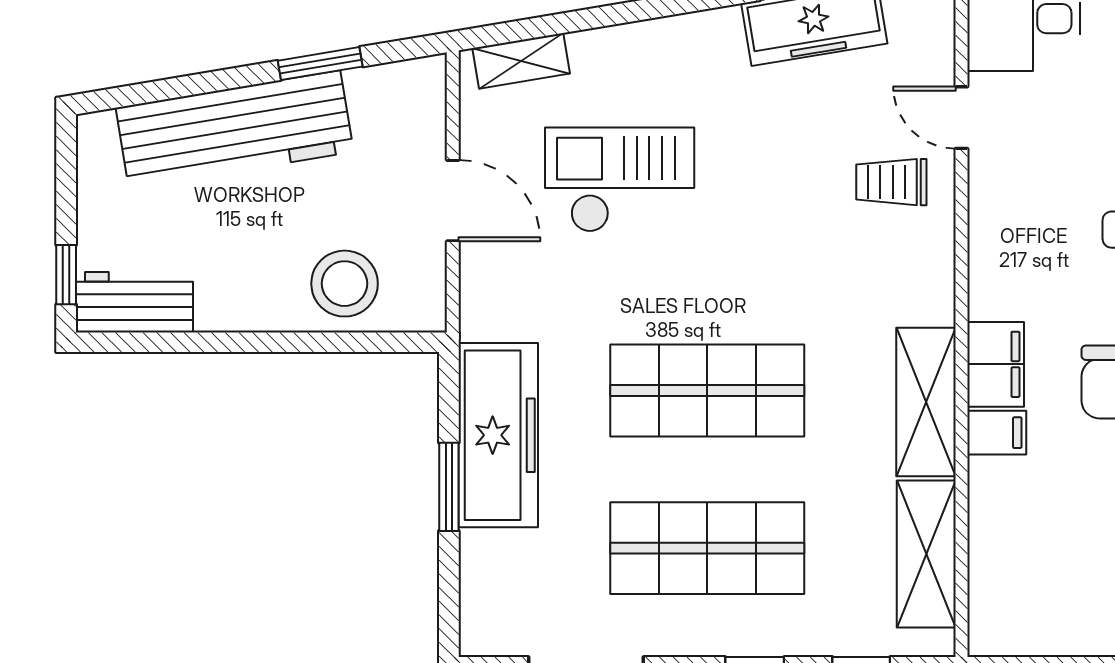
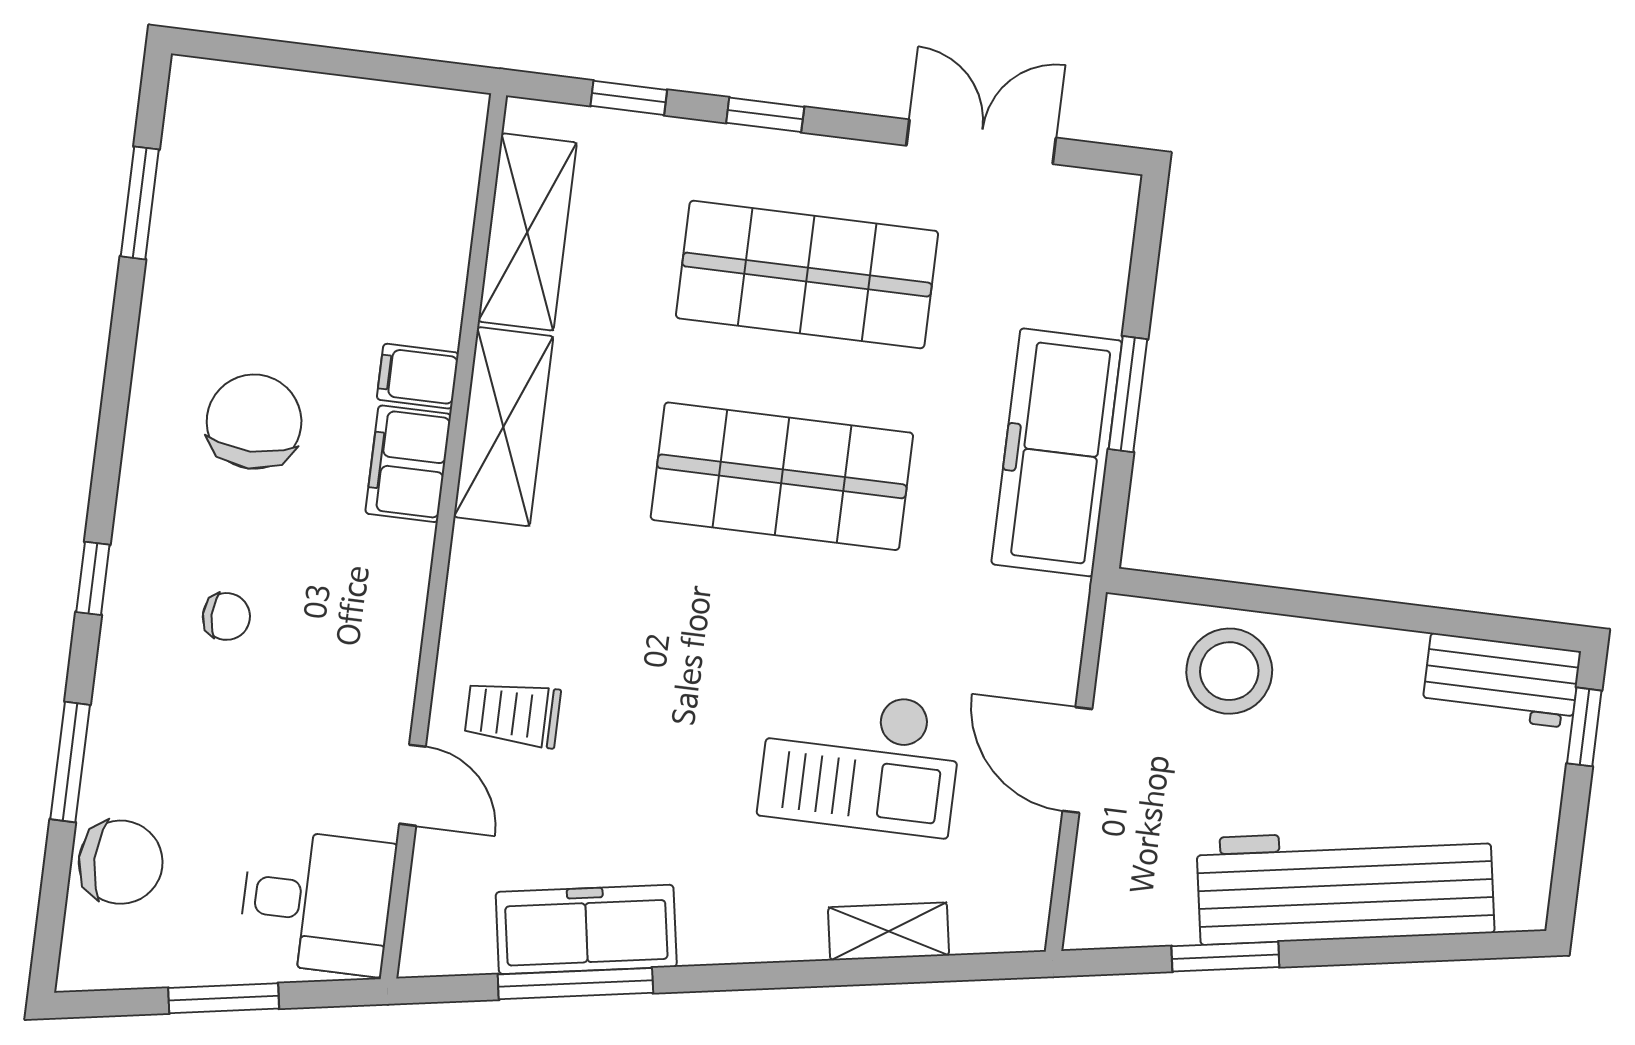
shelving: (521, 61) -> (889, 931), moved
trolley: (891, 182) -> (513, 714), turned 180

